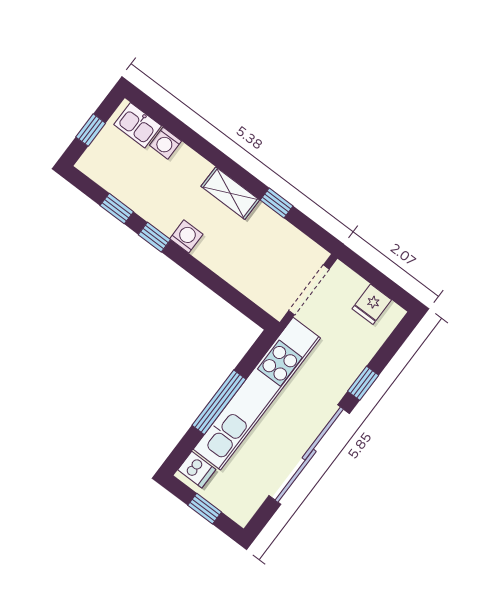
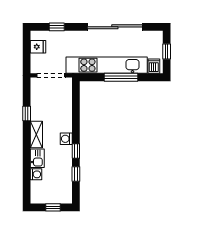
kitchen sink: (138, 125) -> (37, 158), moved
window: (363, 383) -> (57, 27), moved

